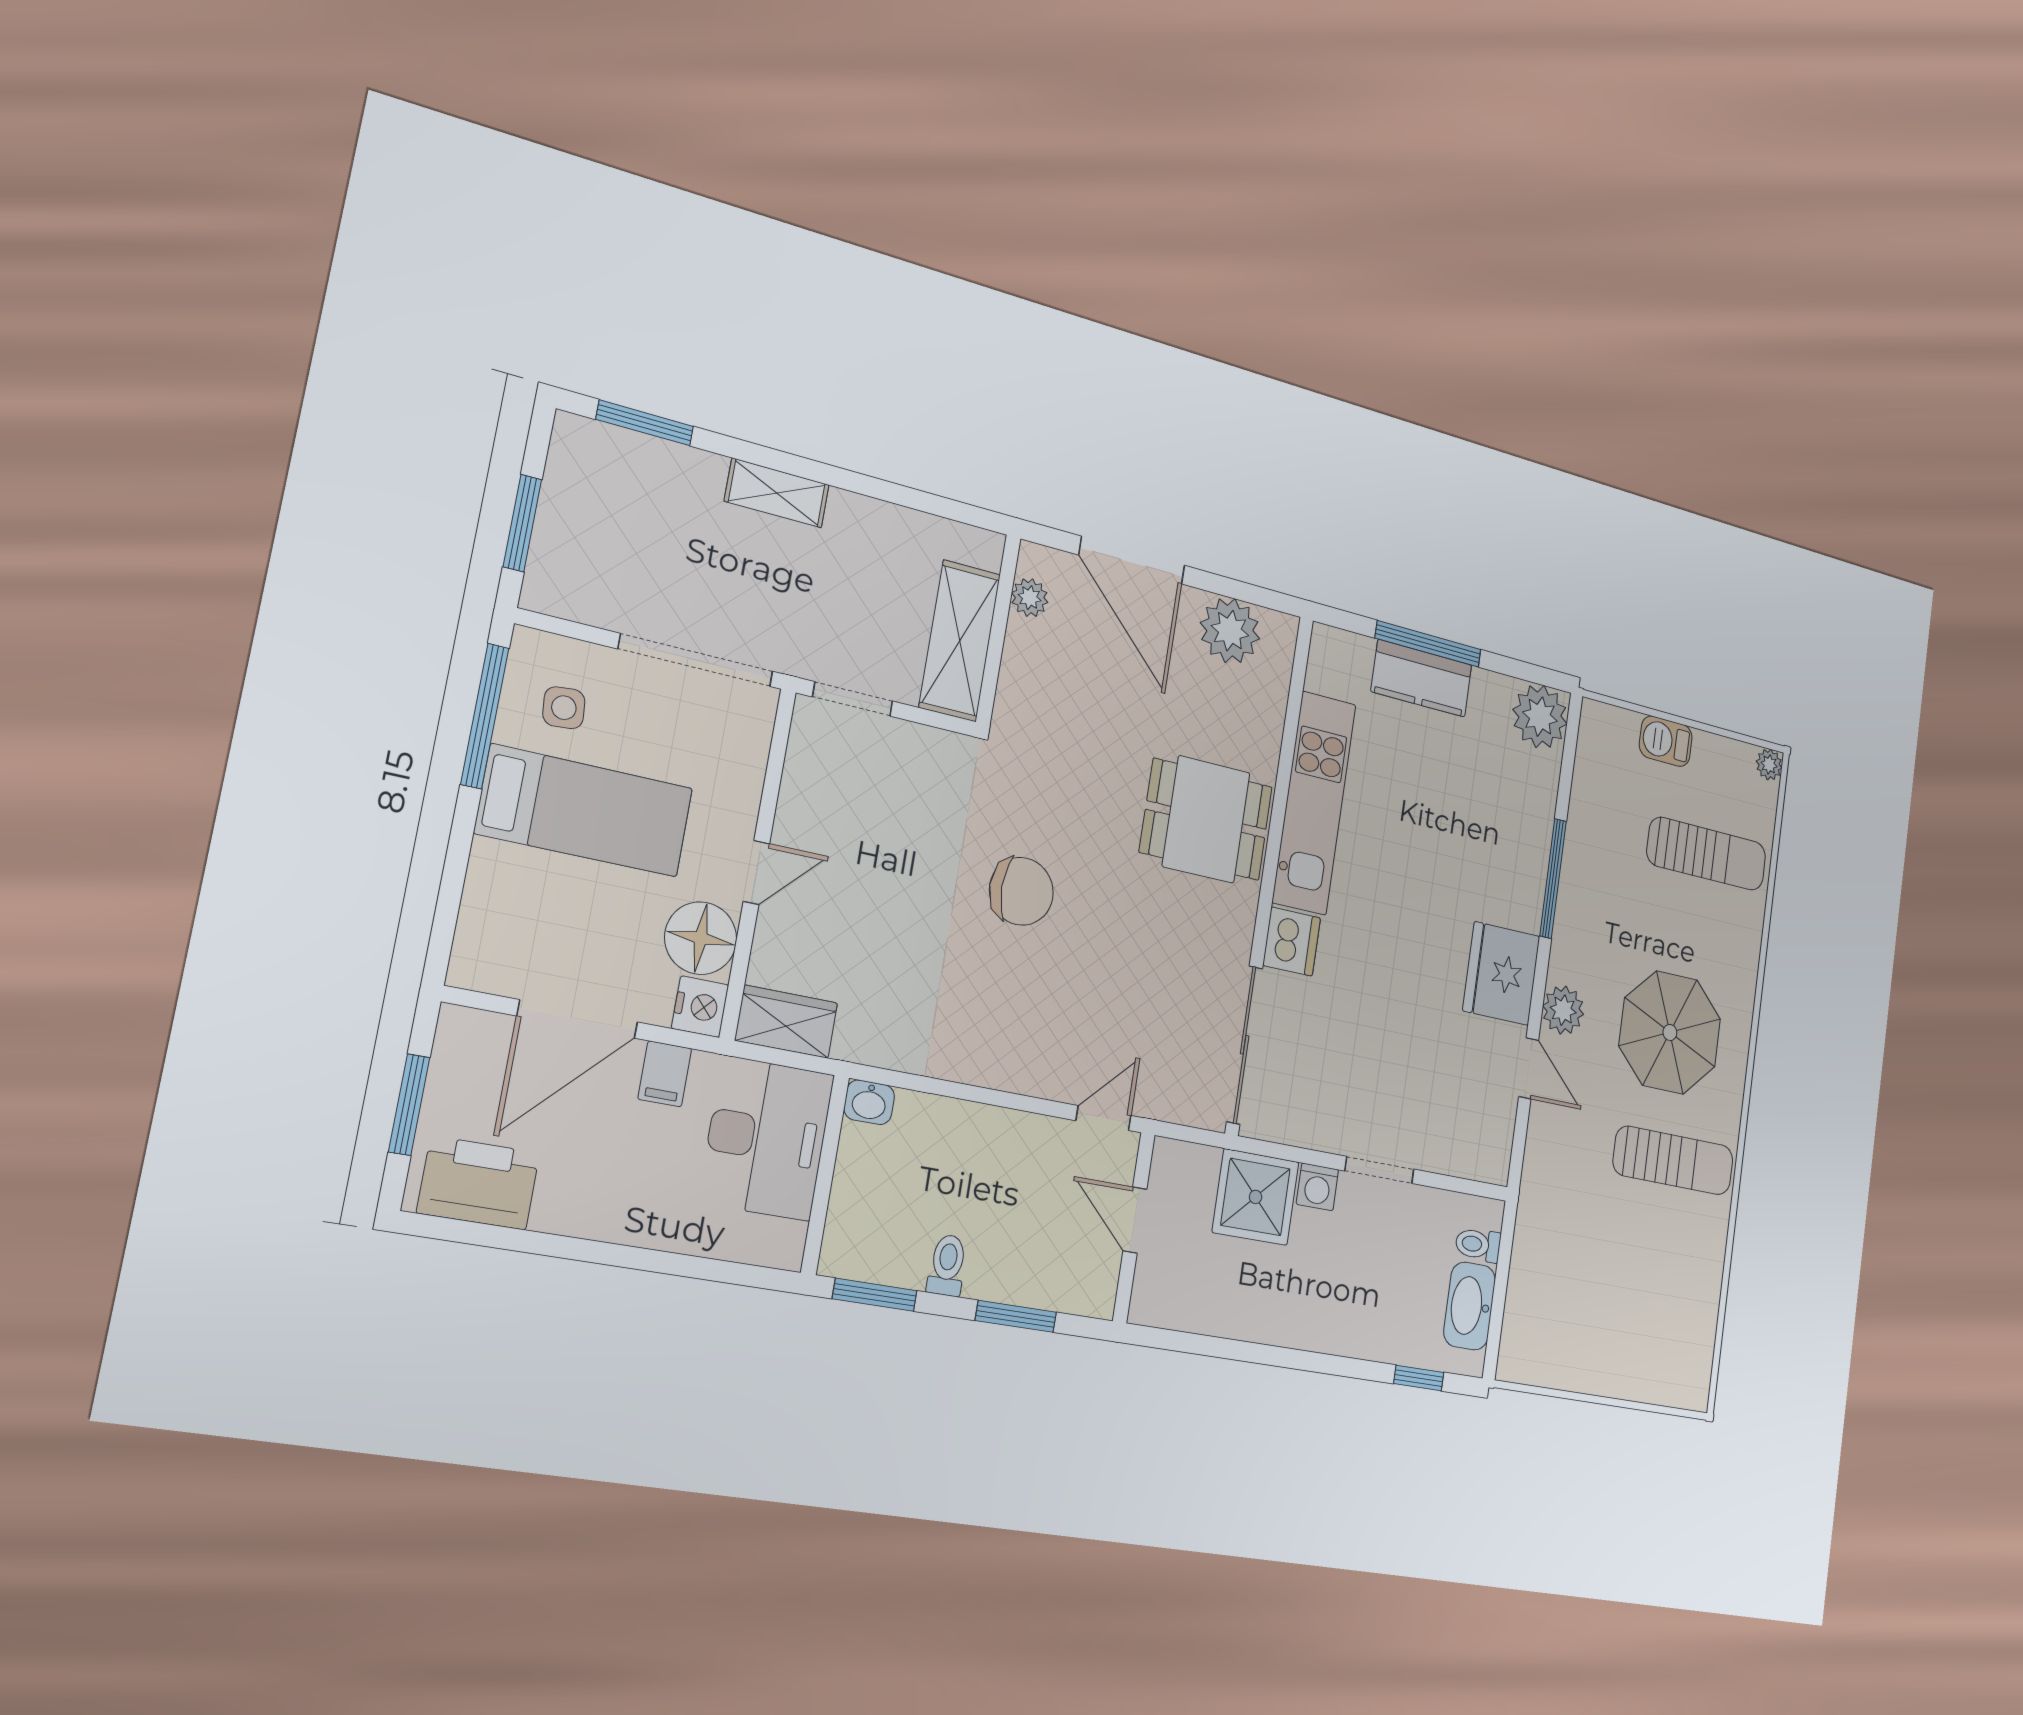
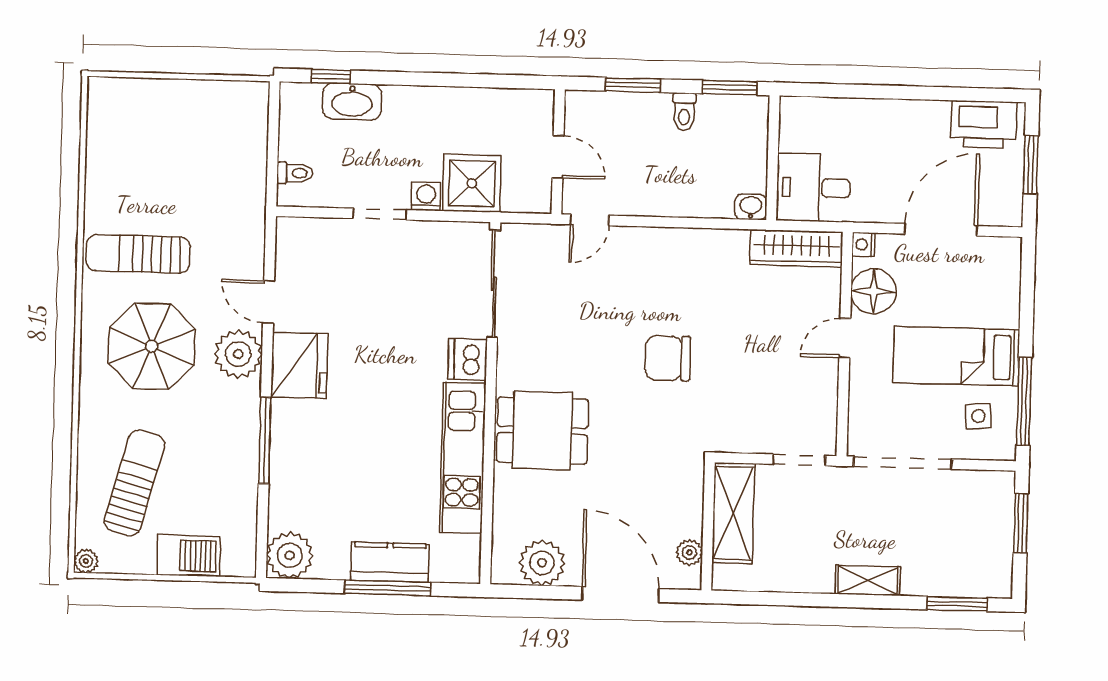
barbecue: (1666, 741) -> (189, 556), width x1.38, depth x1.27
sun lounger: (1707, 854) -> (135, 483), turned 105
nightstand: (700, 1007) -> (864, 244), width x0.72, depth x0.74
plant: (1563, 1010) -> (238, 354), width x1.36, depth x1.36
wardrobe: (786, 1022) -> (796, 248), width x1.50
filing cabinet: (665, 1074) -> (883, 205), removed
desk: (766, 1138) -> (813, 188), width x0.73
washbasin: (1470, 1306) -> (352, 102), moved, turned 90

